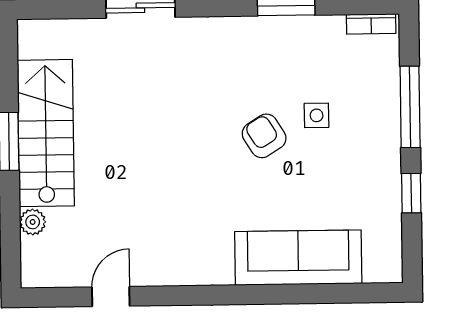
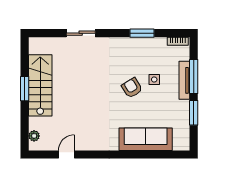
tv unit: (388, 116) -> (184, 80), added
window: (411, 193) -> (194, 113), width x1.50
plant: (33, 222) -> (34, 136), moved

